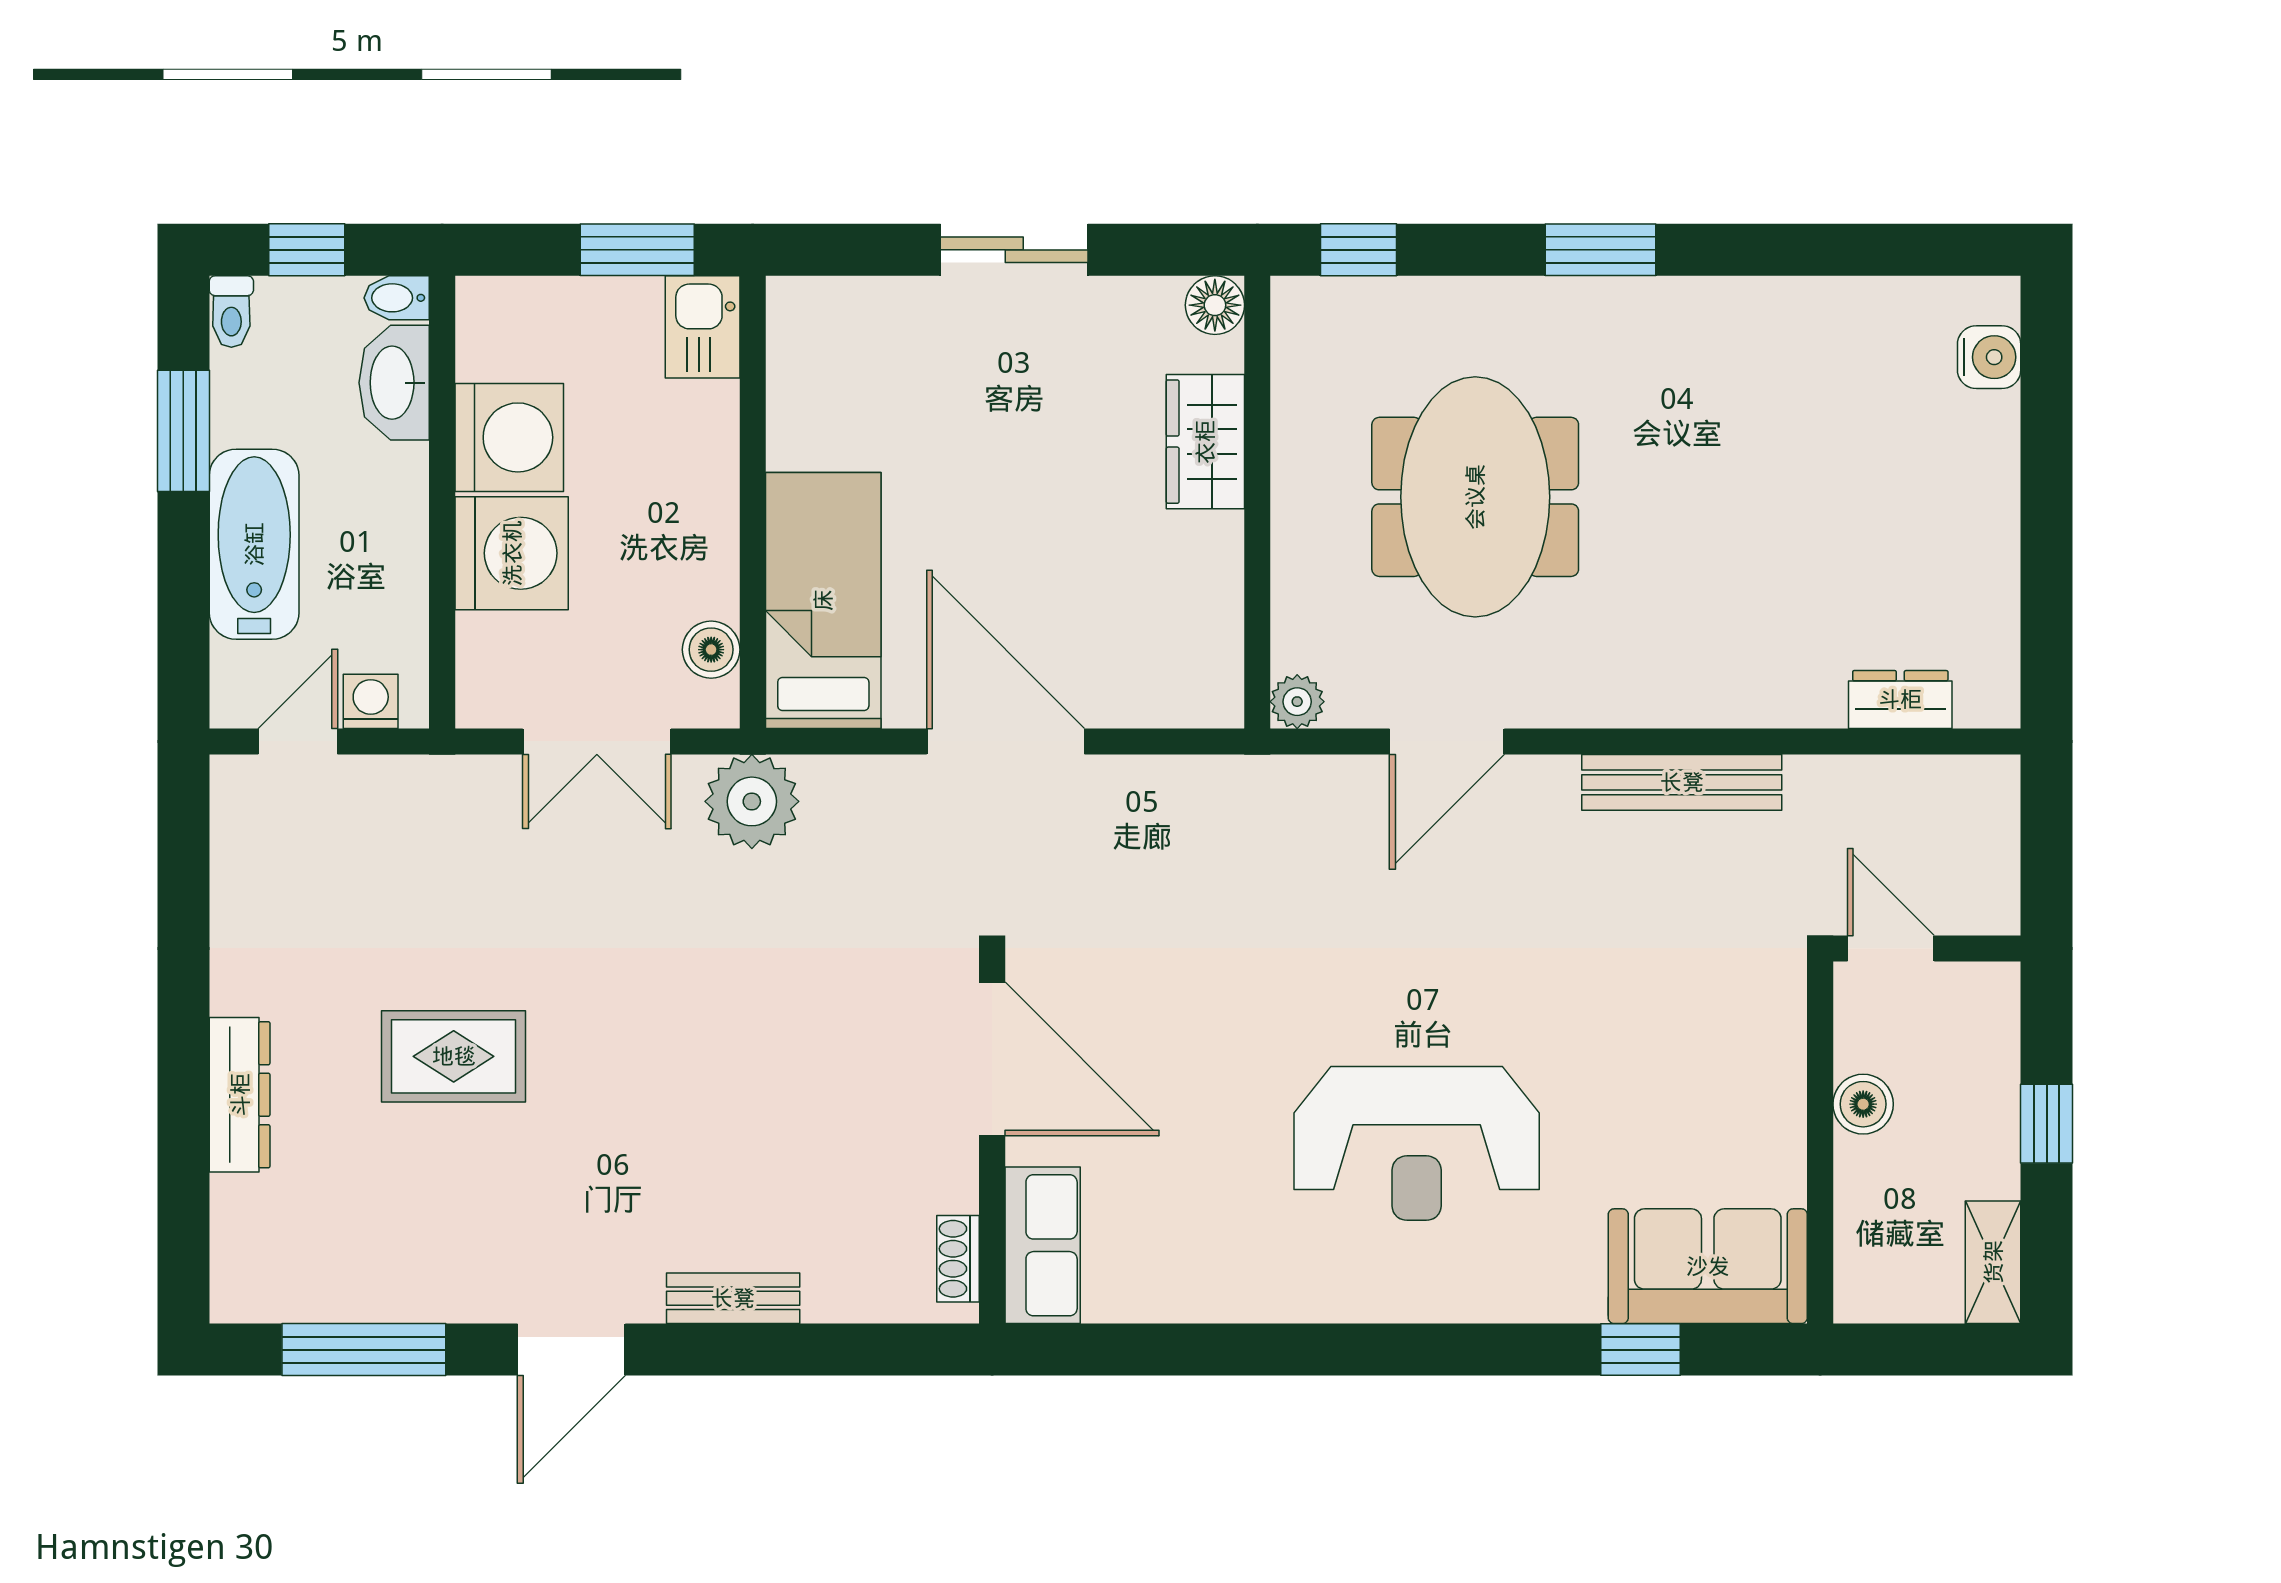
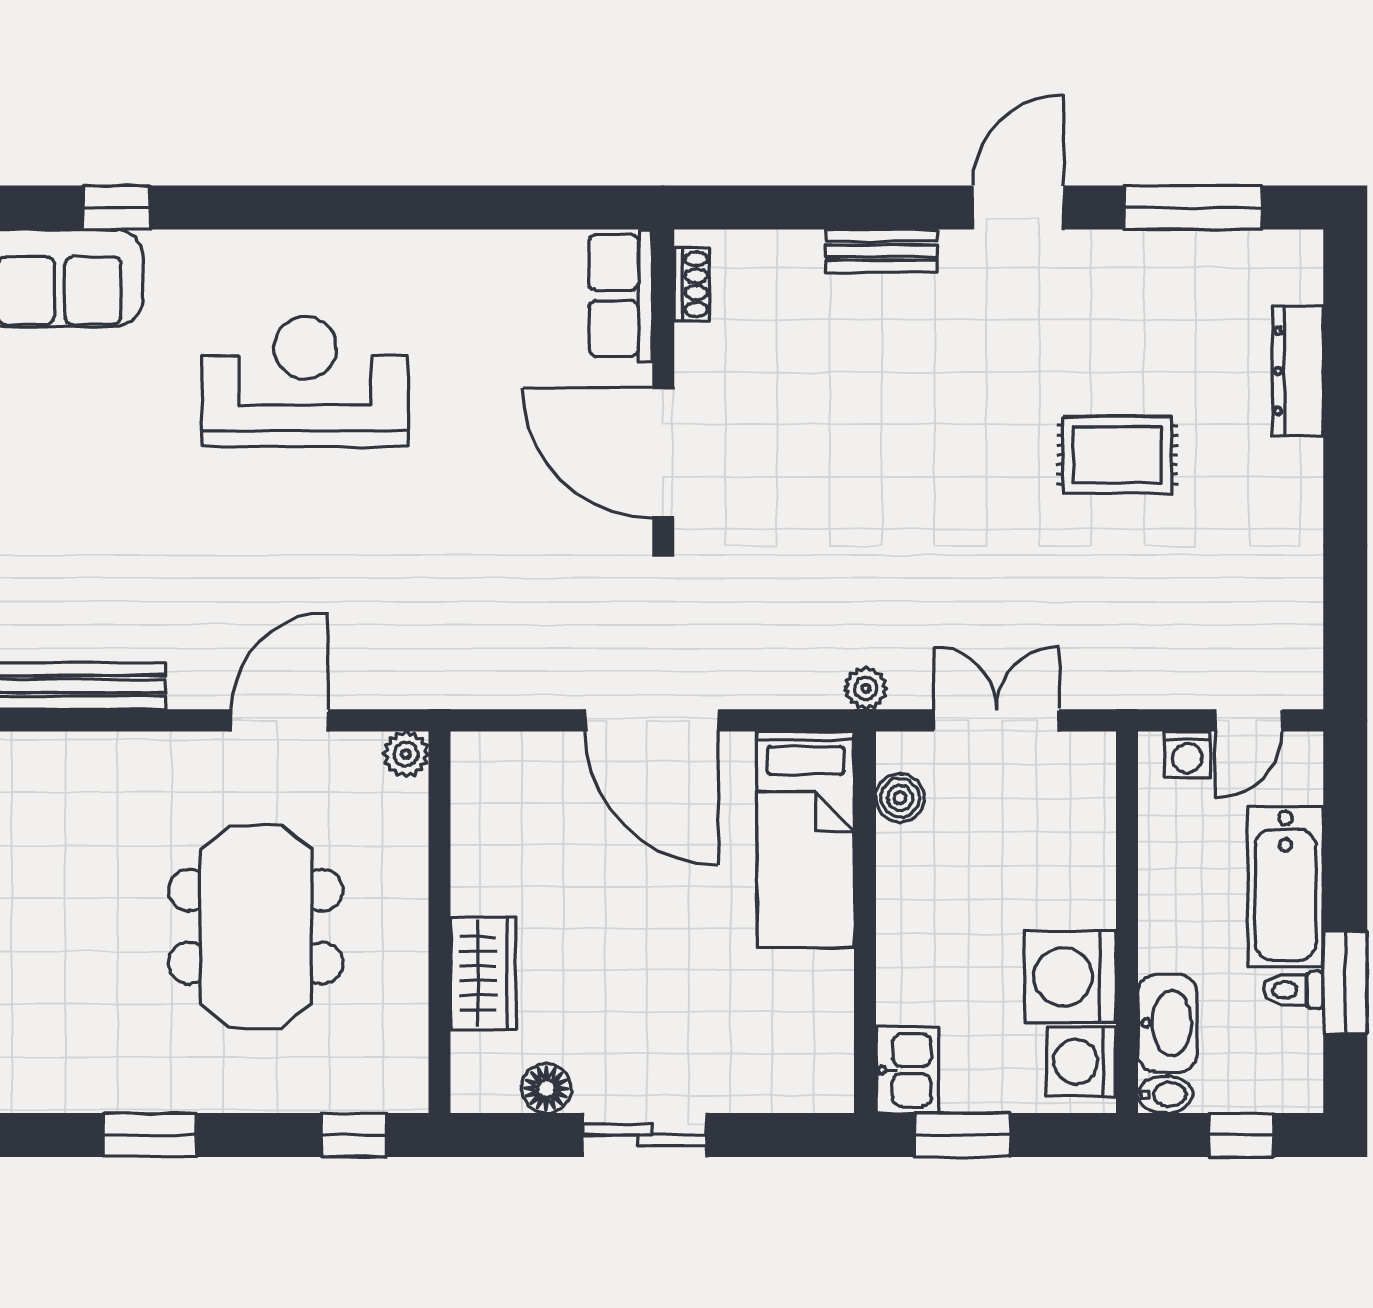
floor lamp: (1215, 305) -> (546, 1088), moved
toilet: (231, 312) -> (1293, 990), moved, turned -90
washing machine: (512, 553) -> (1081, 1062), moved, width x0.73, depth x0.73
plant: (752, 801) -> (866, 688), width x0.53, depth x0.53
dresser: (240, 1095) -> (1298, 371), moved

